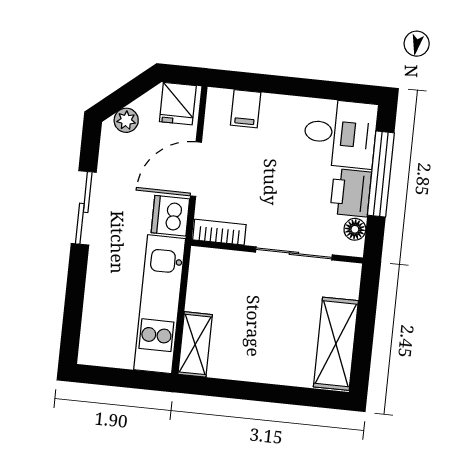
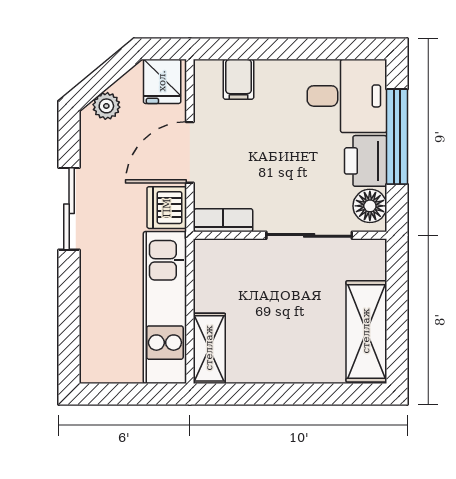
floor lamp: (355, 229) -> (370, 206), width x1.37, depth x1.37

